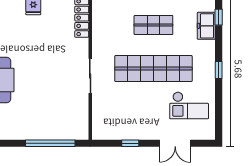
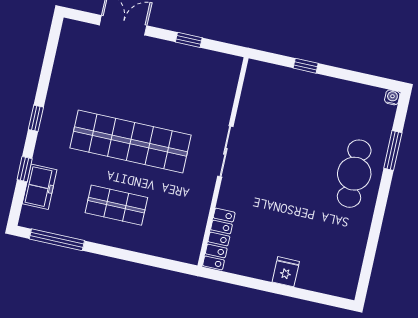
window: (219, 17) -> (25, 169), moved
checkout: (189, 105) -> (90, 76), removed
window: (50, 143) -> (306, 66), width x0.32

